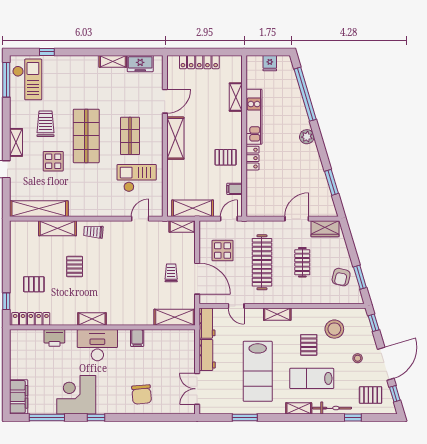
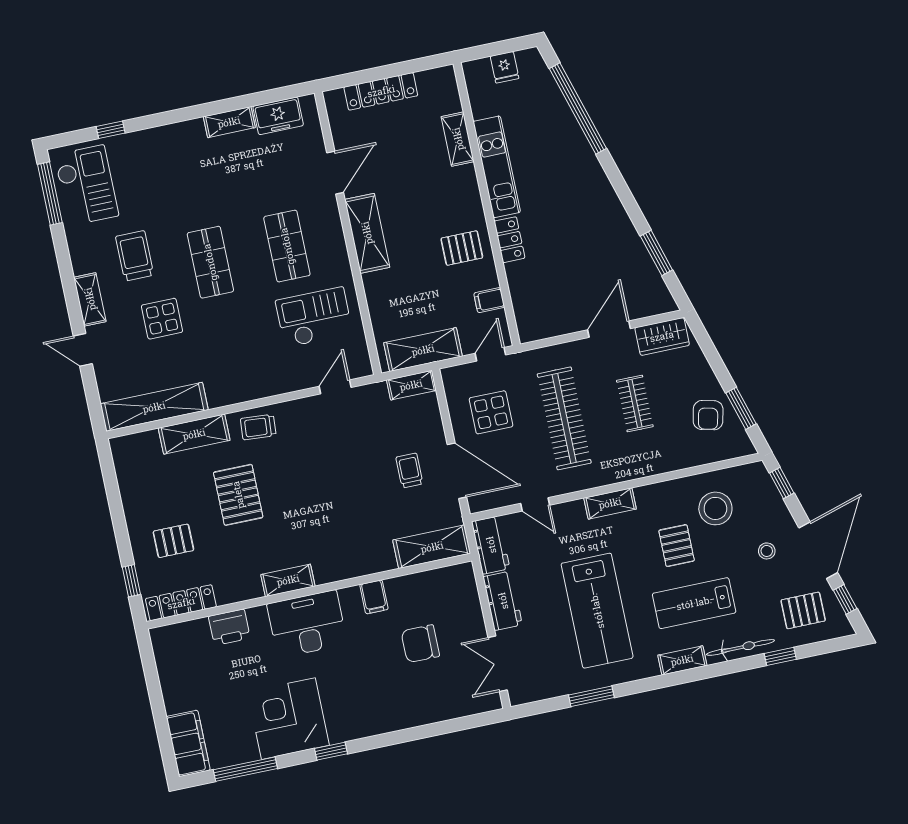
shop shelf: (86, 136) -> (210, 262), width x0.70, depth x0.74
plant: (307, 137) -> (596, 182), removed
pallet: (75, 267) -> (238, 495), width x1.50, depth x1.42
chair: (142, 394) -> (420, 644), moved, turned 95

